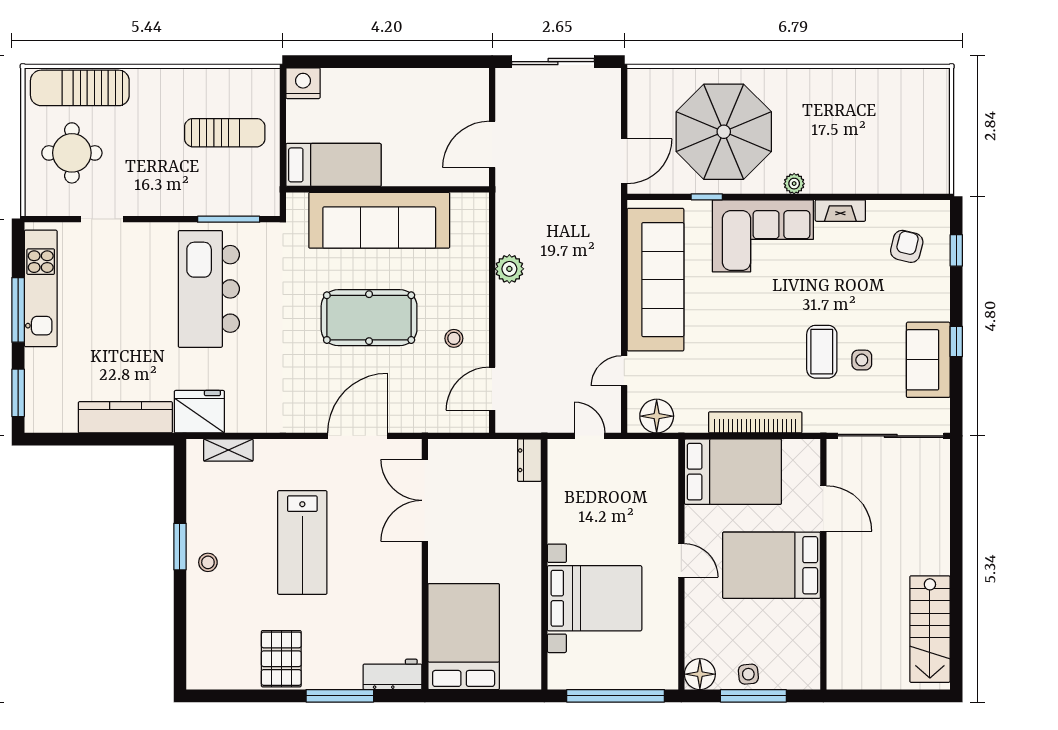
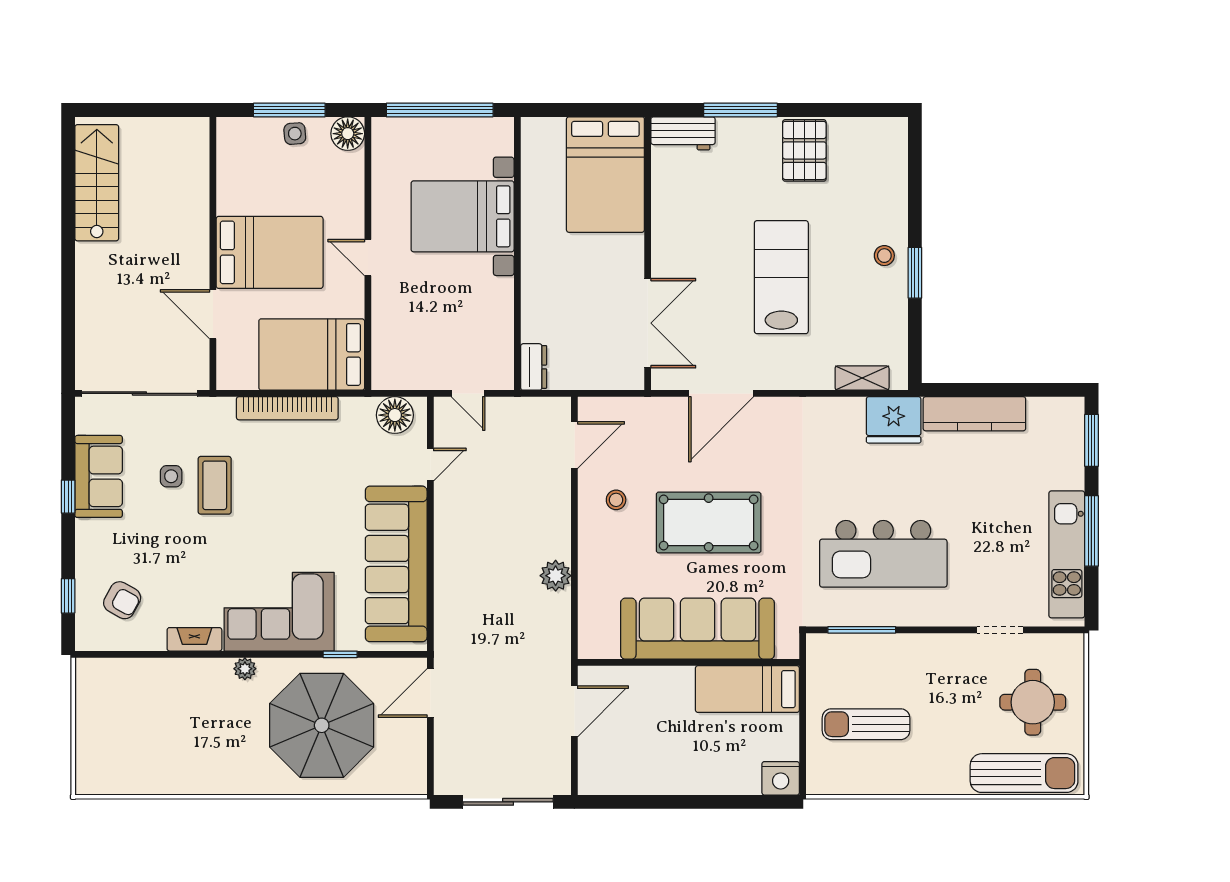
armchair: (907, 246) -> (122, 600), turned -75
kitchen island: (209, 289) -> (883, 554), turned 90

